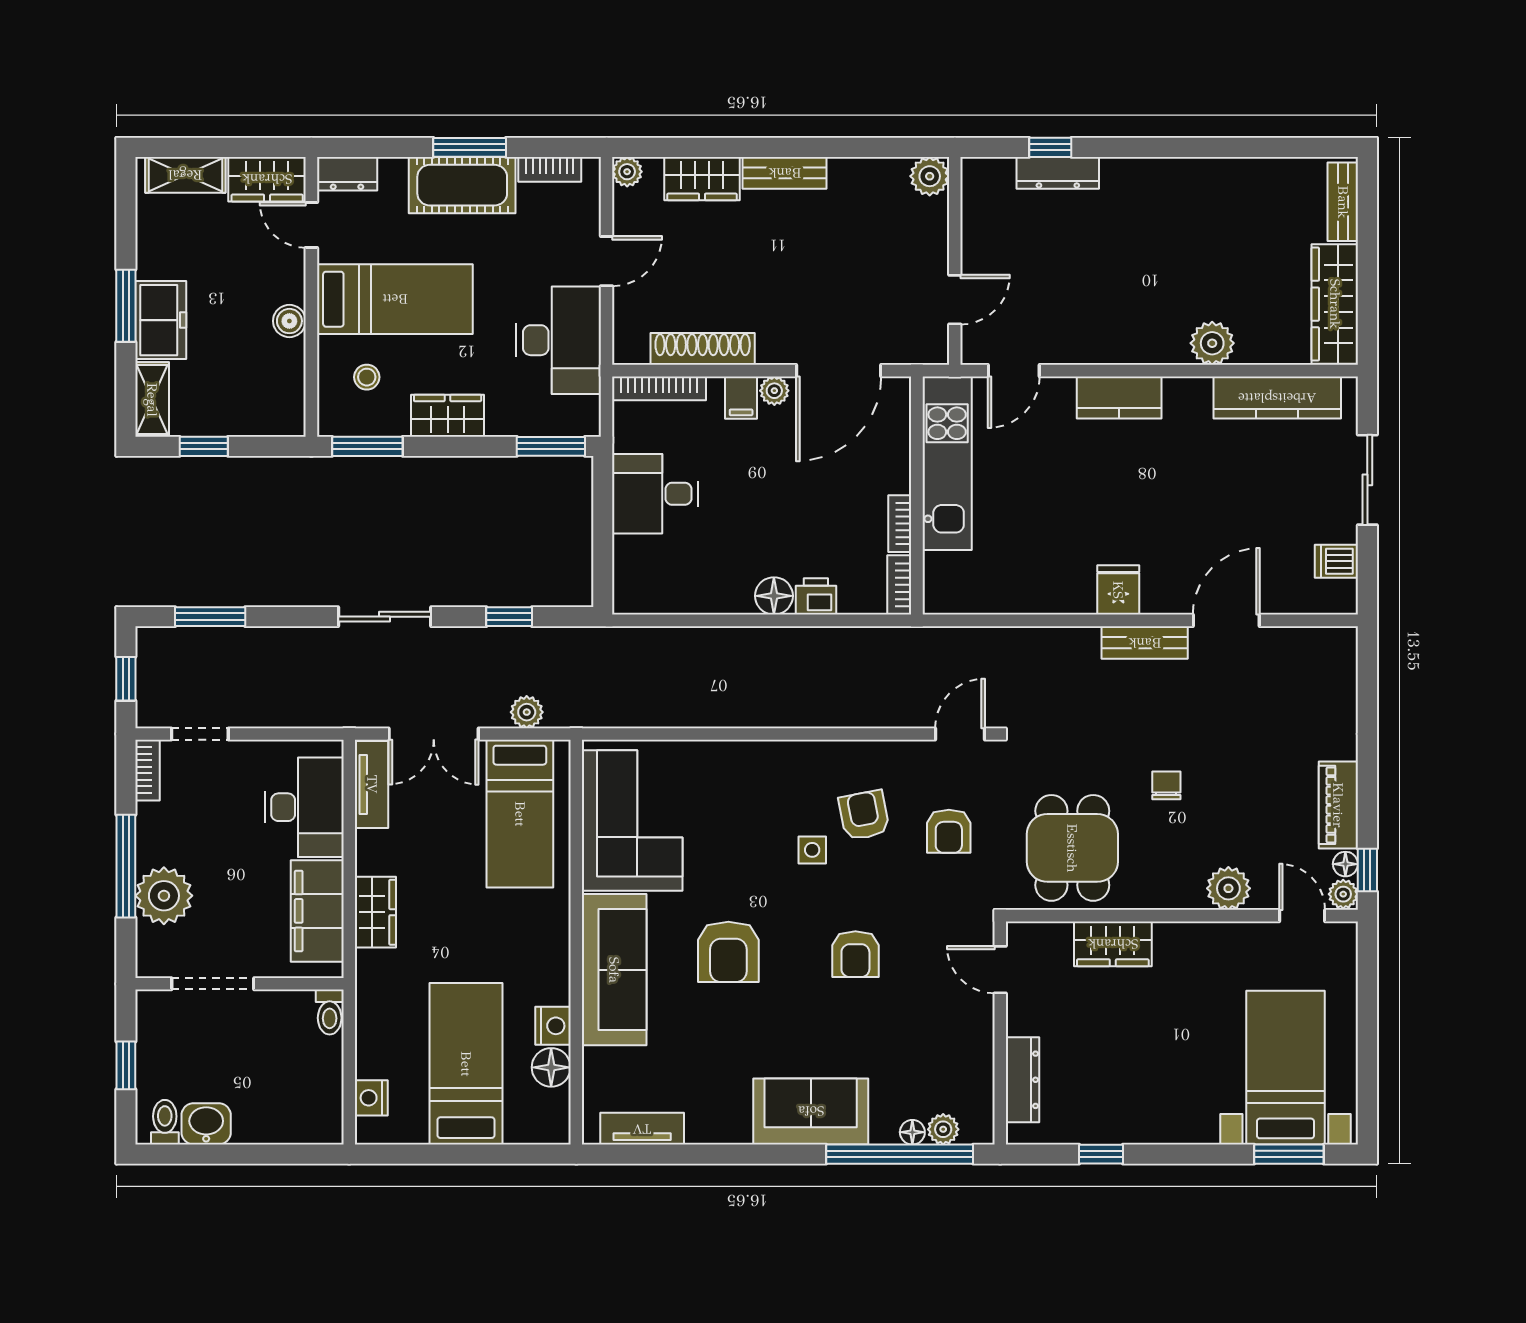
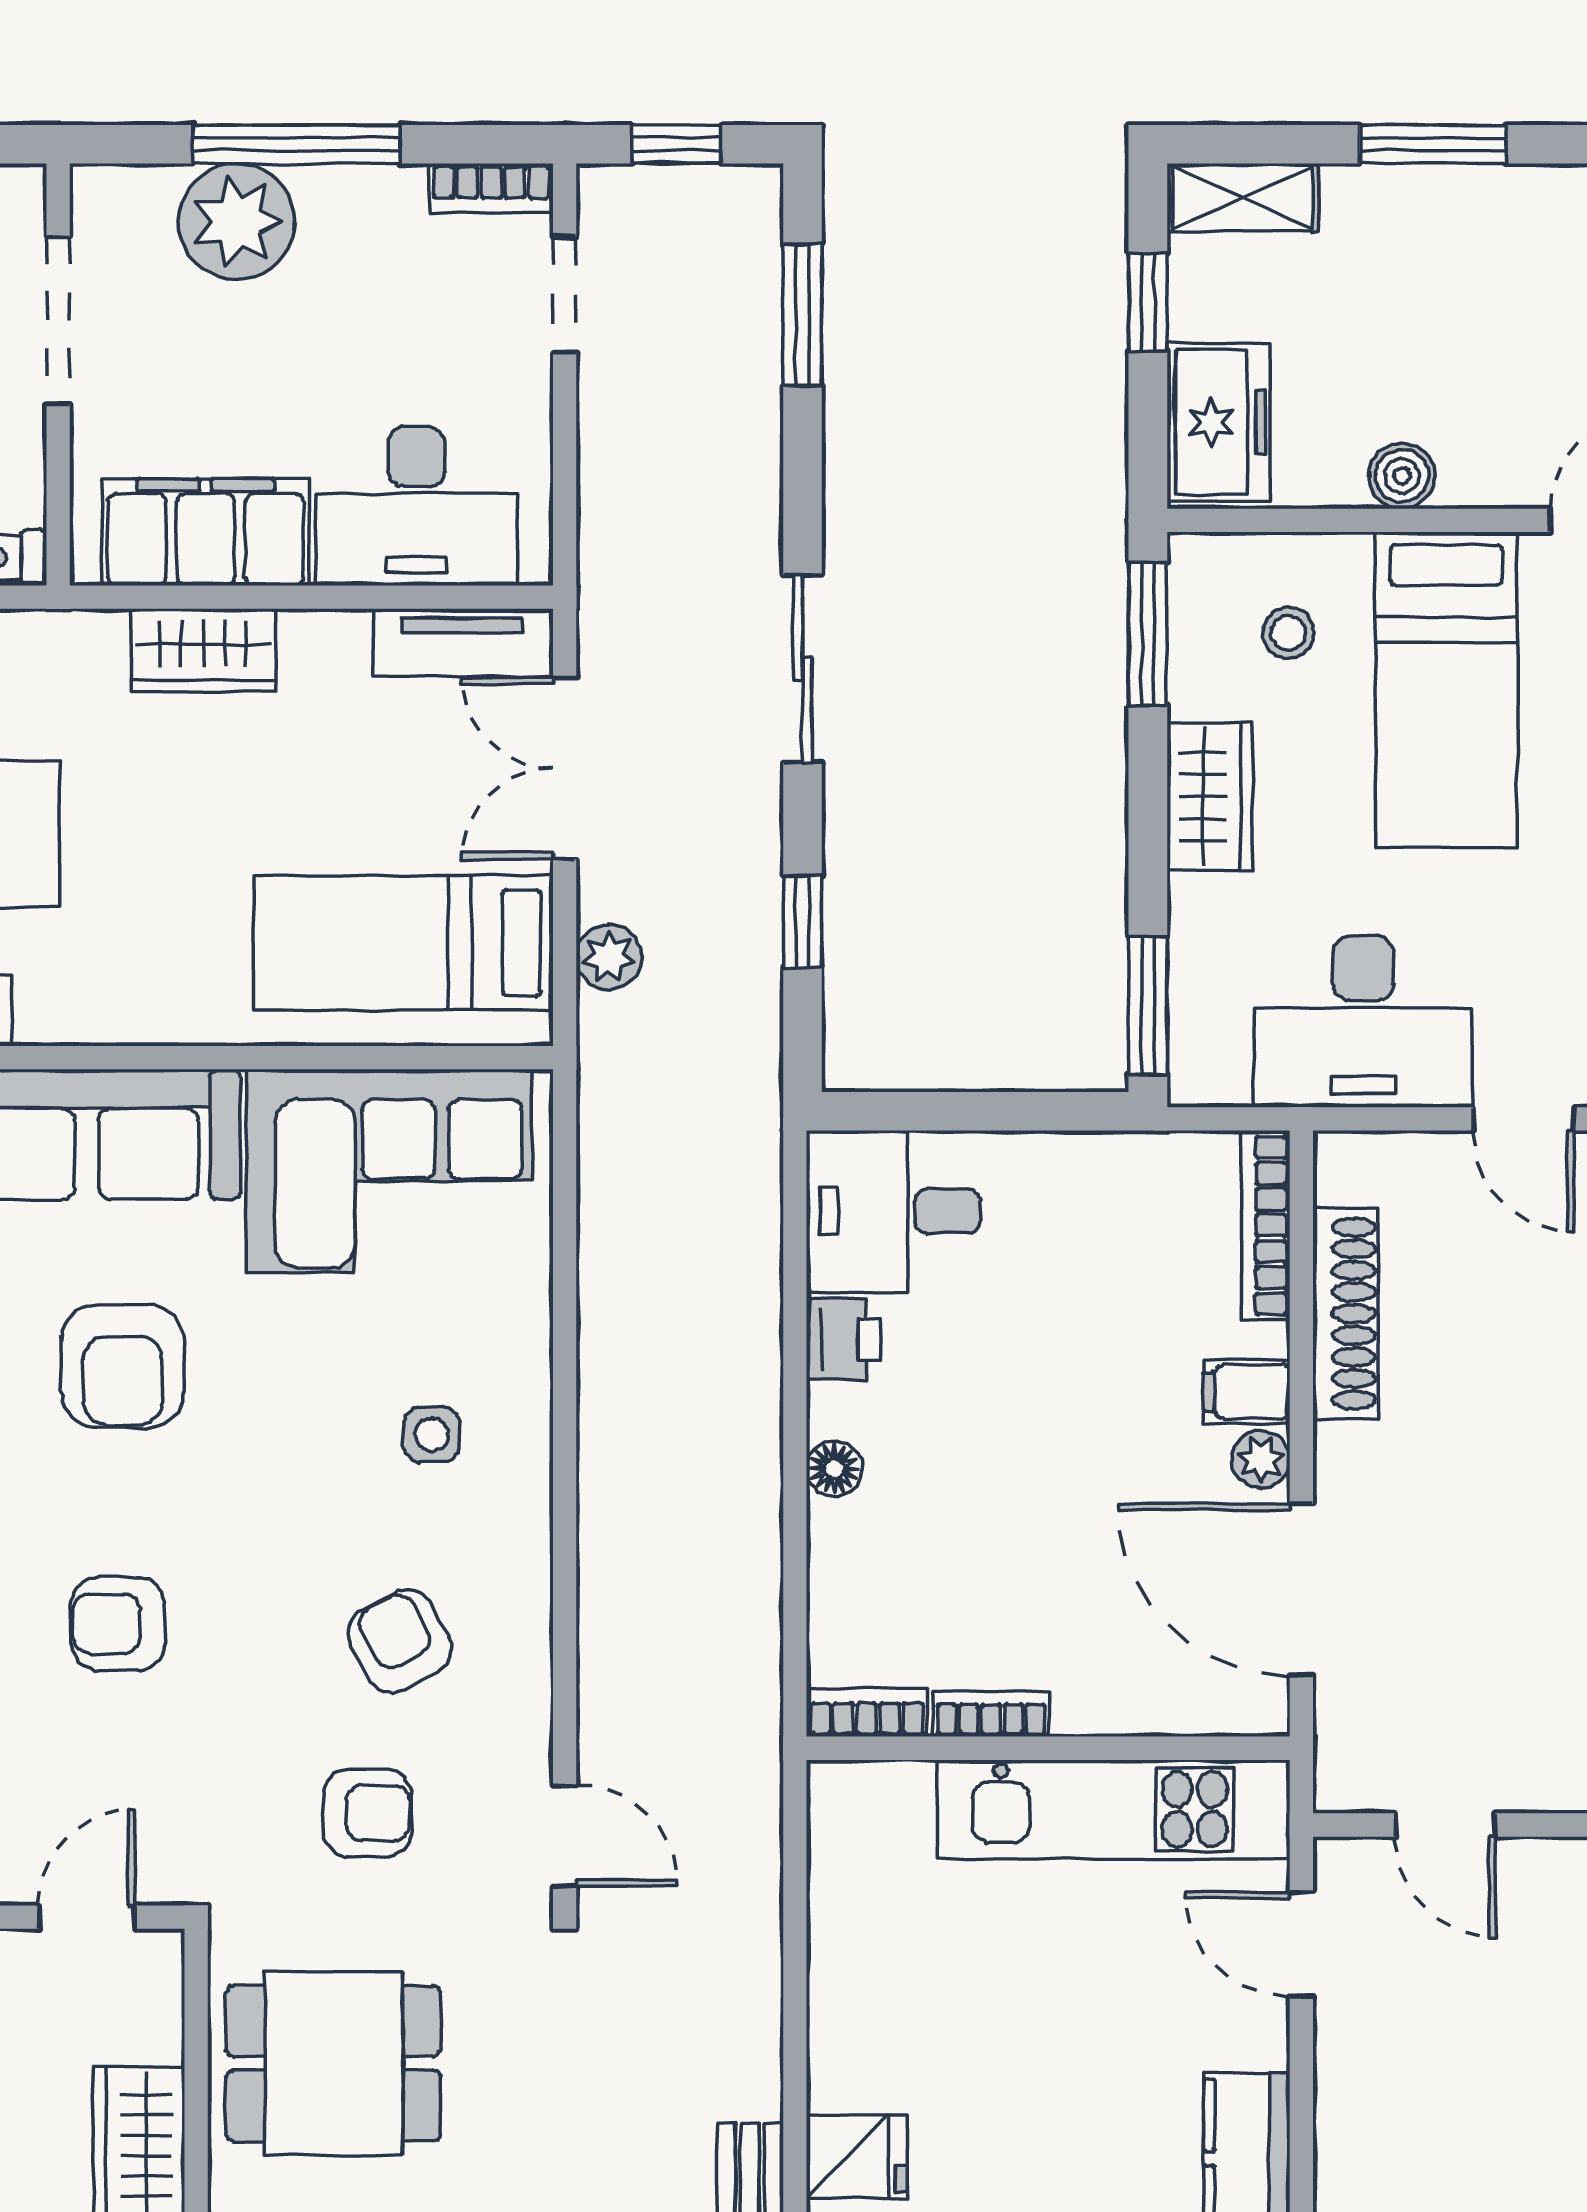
freezer: (161, 320) -> (1219, 422), moved, turned -90
desk: (655, 494) -> (893, 1211), moved, turned -90
floor lamp: (774, 596) -> (834, 1469), width x0.73, depth x0.73
printer: (816, 596) -> (843, 1339), moved
armchair: (864, 815) -> (400, 1641), turned -107
armchair: (949, 831) -> (367, 1813), turned 180
side table: (812, 850) -> (432, 1435), moved
armchair: (728, 952) -> (123, 1366), turned -90

